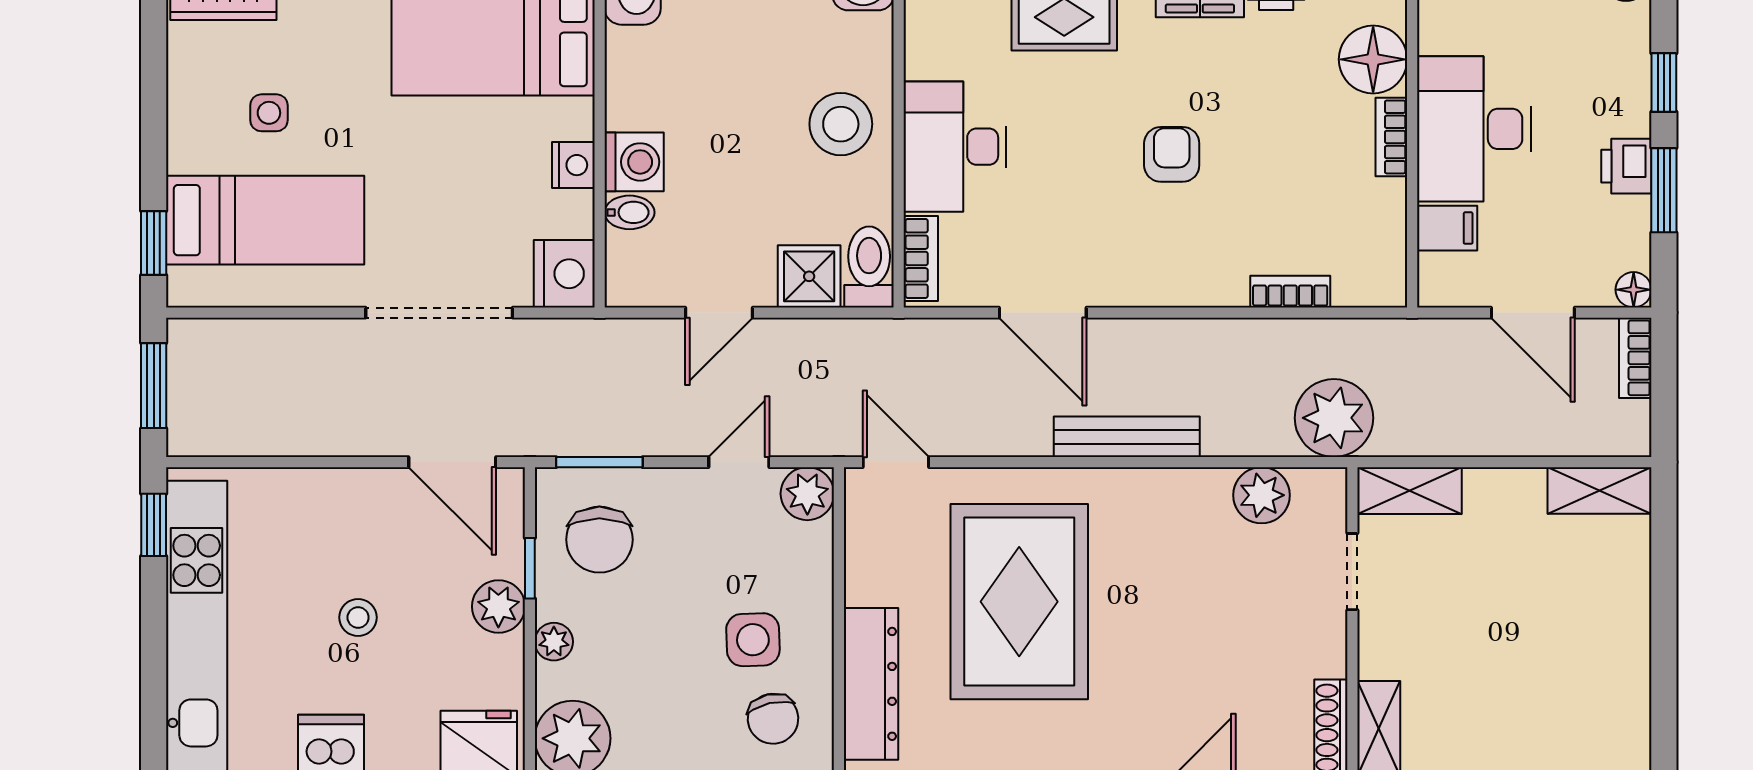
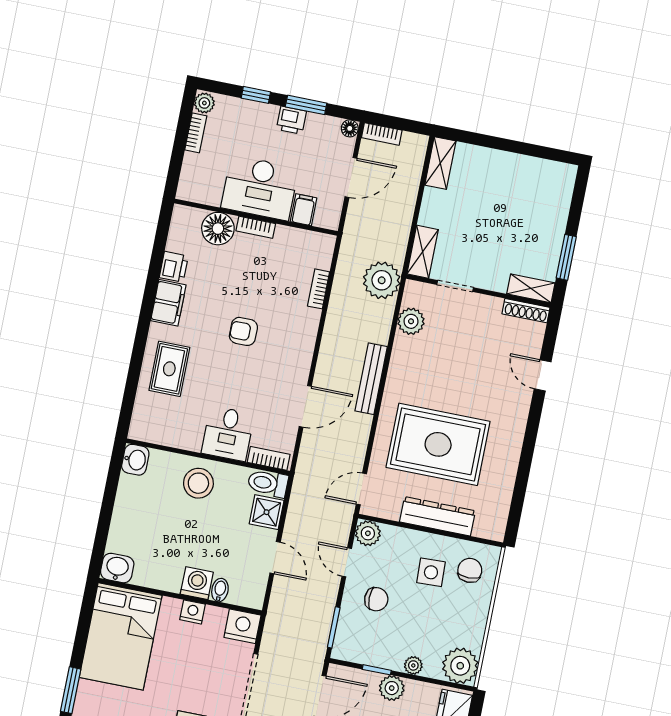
desk: (955, 147) -> (228, 434), width x0.73
chair: (599, 540) -> (376, 599), moved, width x0.73, depth x0.73
dresser: (871, 684) -> (437, 516), moved
chair: (773, 719) -> (470, 570), turned -77

